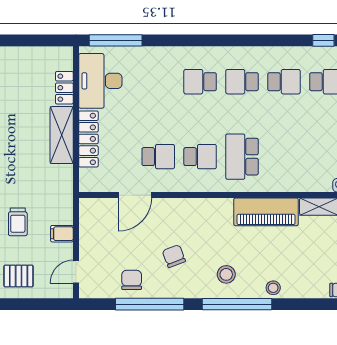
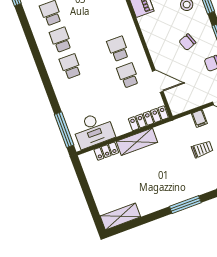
school desk: (200, 82) -> (70, 66), turned 180
school desk: (242, 82) -> (61, 40), turned 180
locker: (88, 139) -> (148, 118), moved
school desk: (242, 157) -> (108, 22), removed

